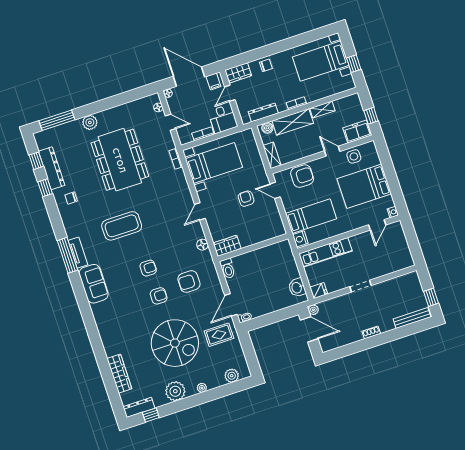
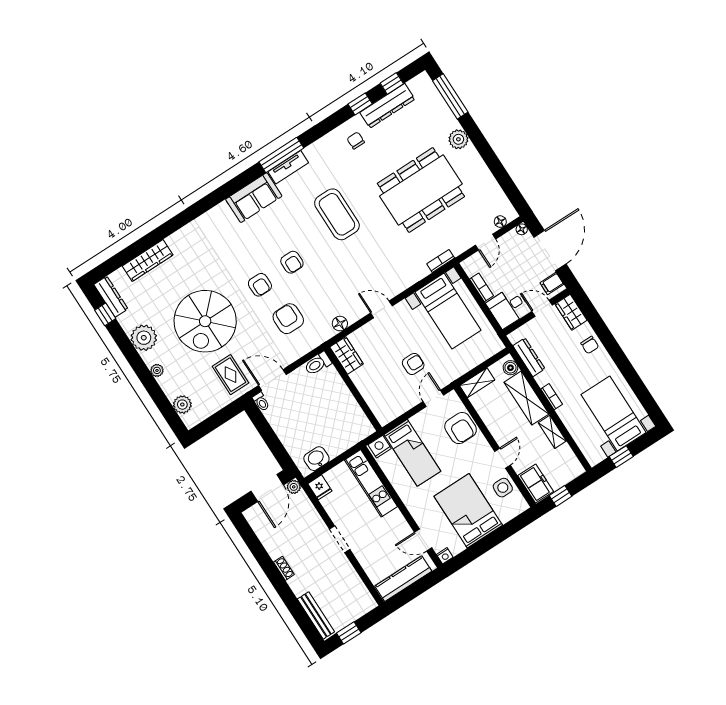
kitchen counter: (402, 247) -> (403, 579), added

